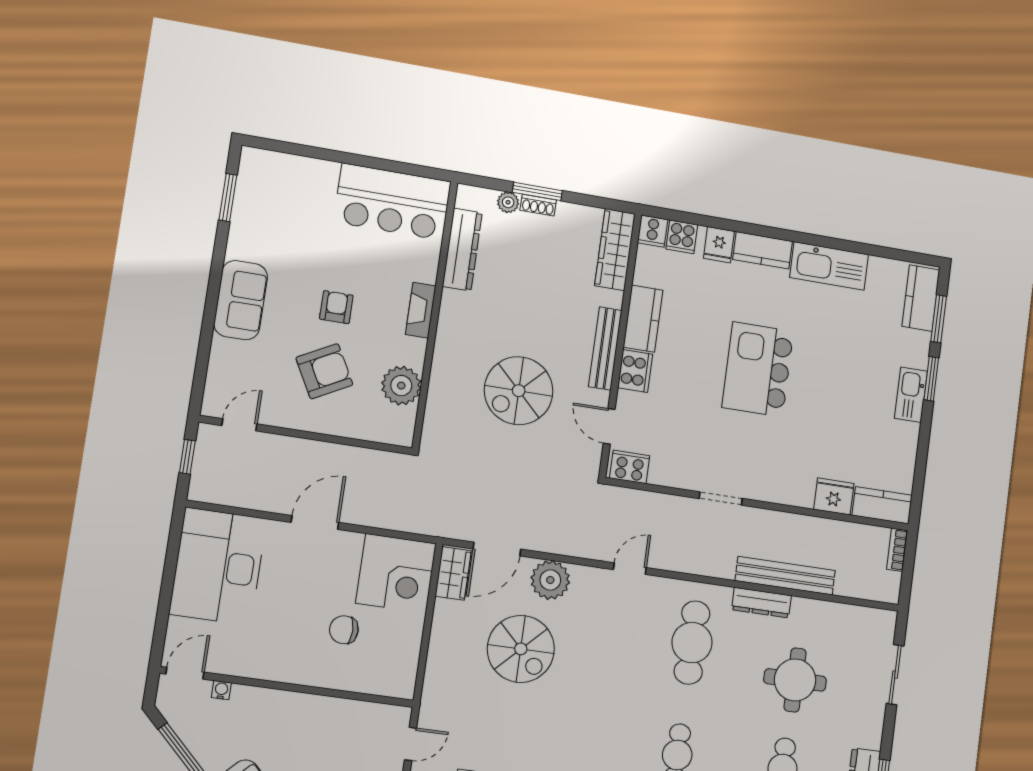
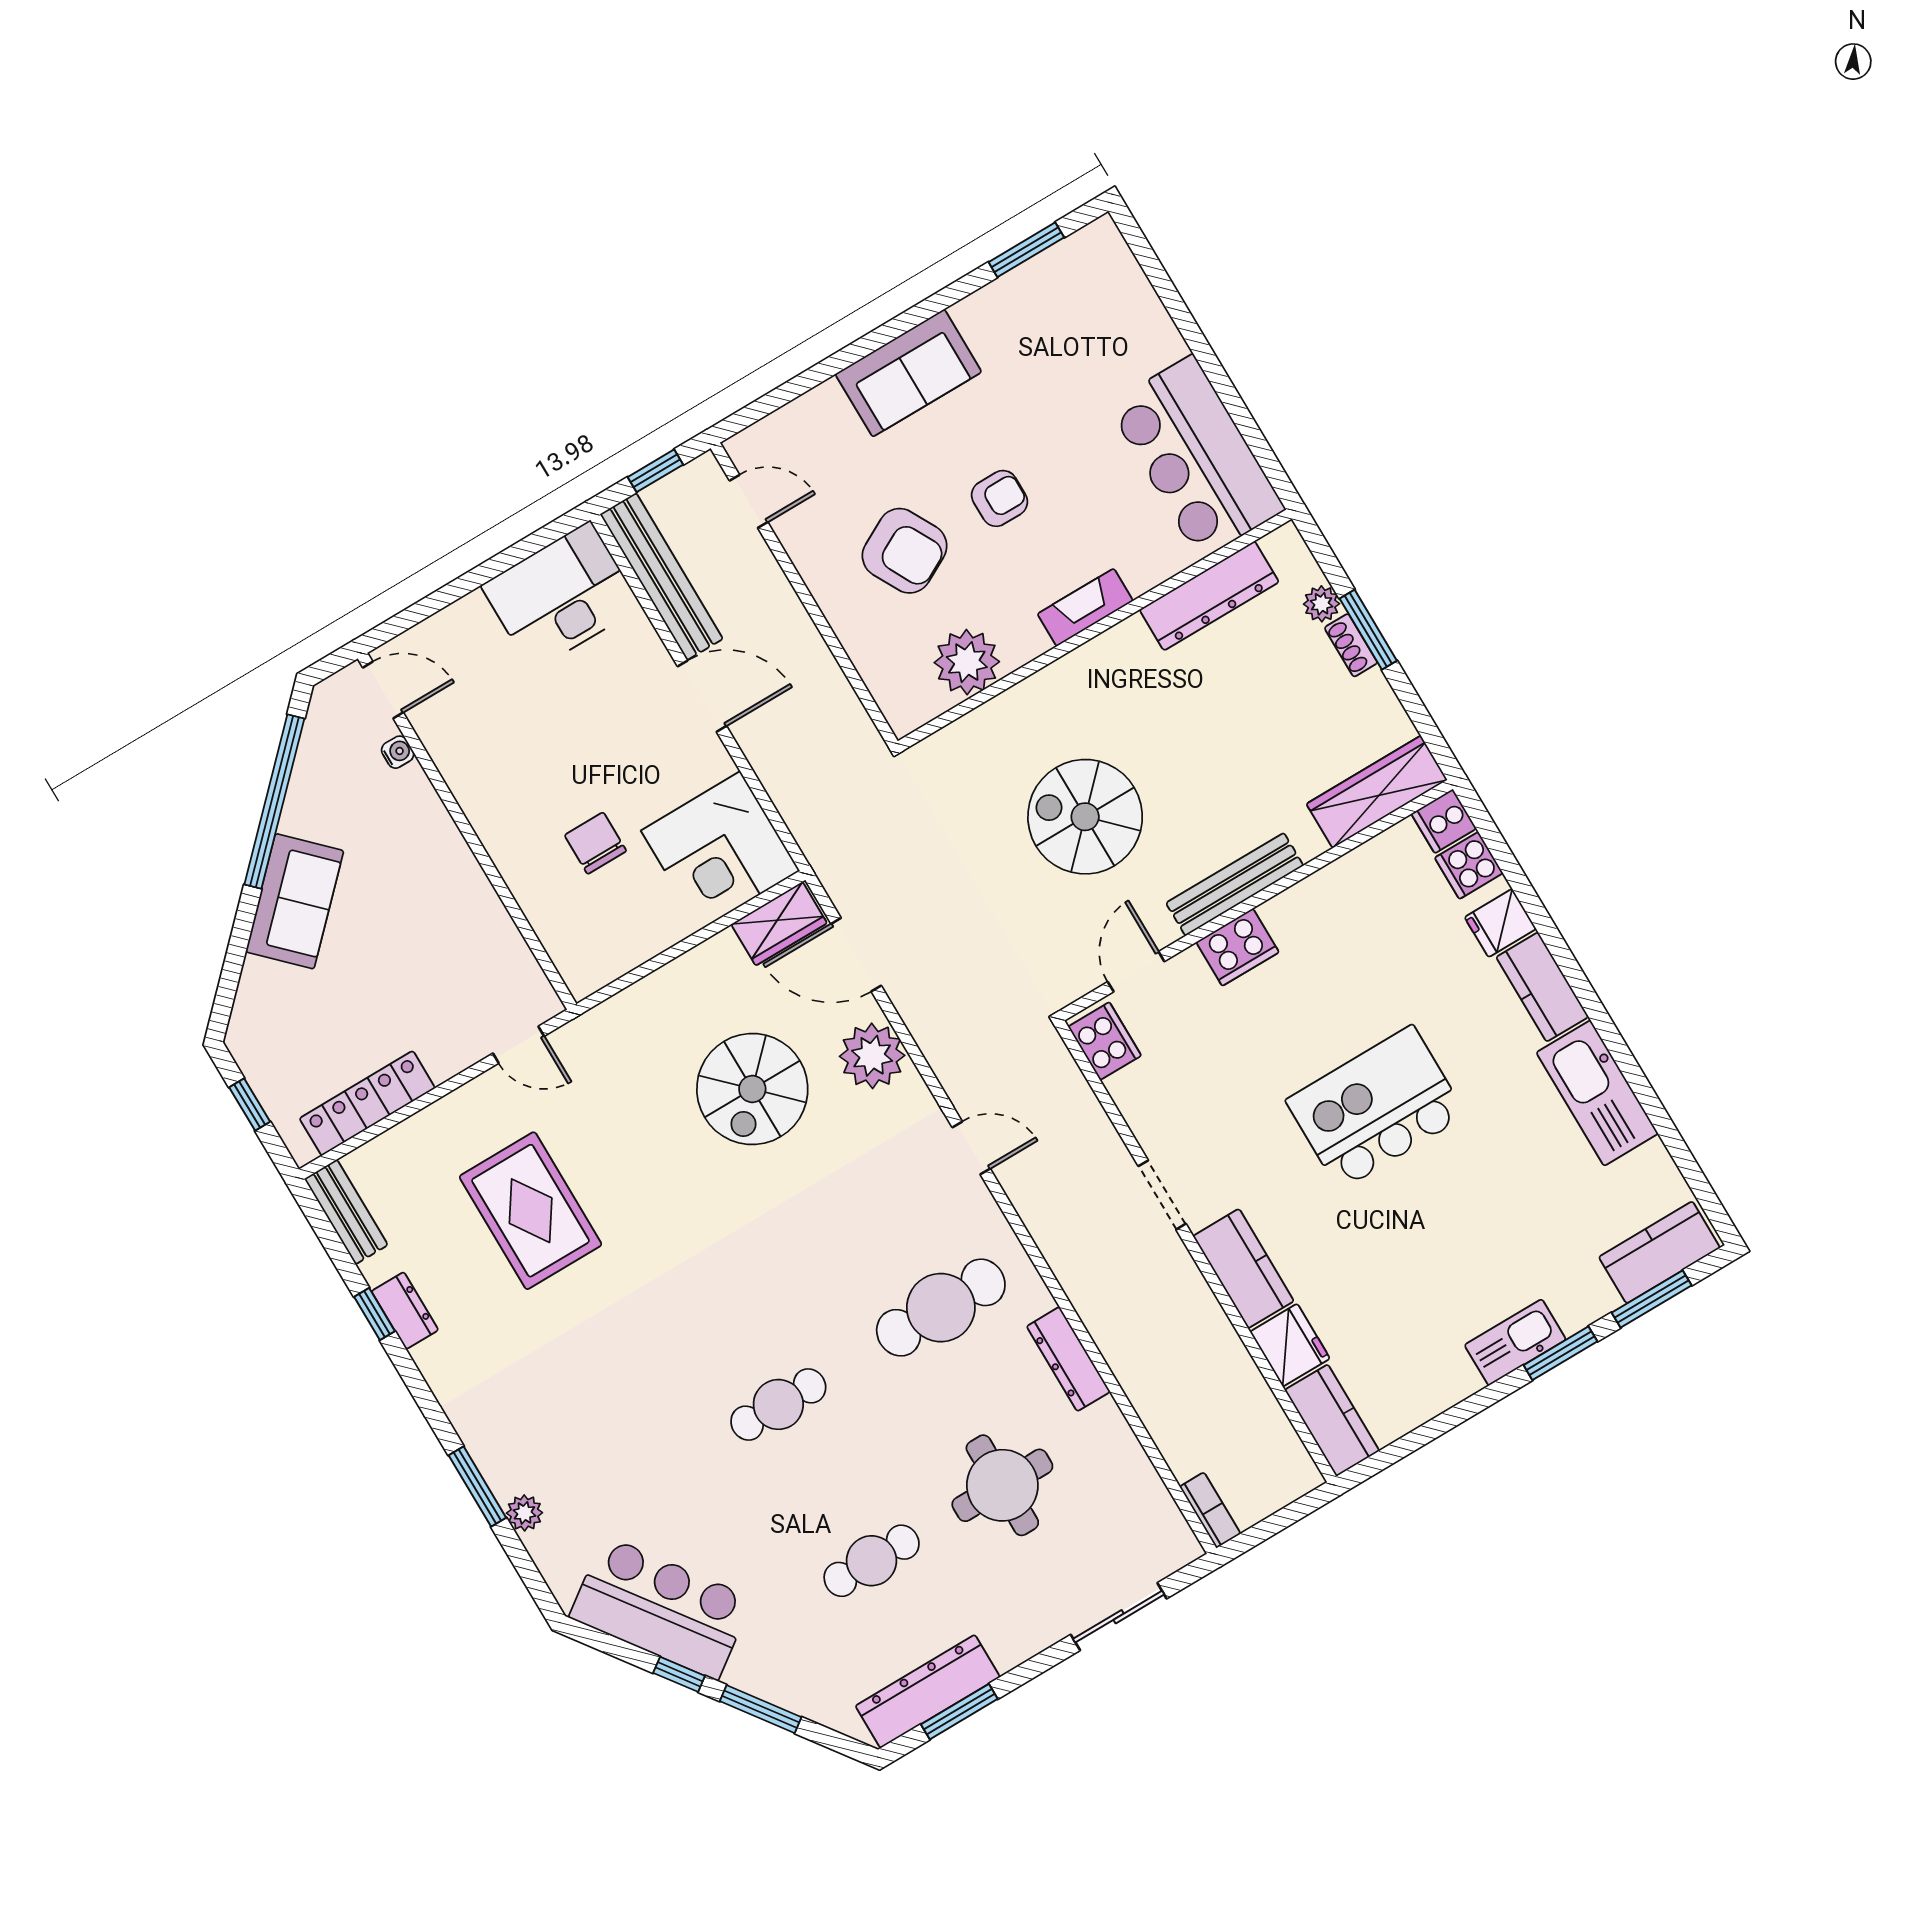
kitchen counter: (643, 319) -> (1243, 1269), moved, turned -90
bookcase: (897, 550) -> (1210, 1510), moved, turned 90
desk: (218, 566) -> (561, 596), width x0.73, depth x0.77
bench: (785, 576) -> (661, 577), moved

